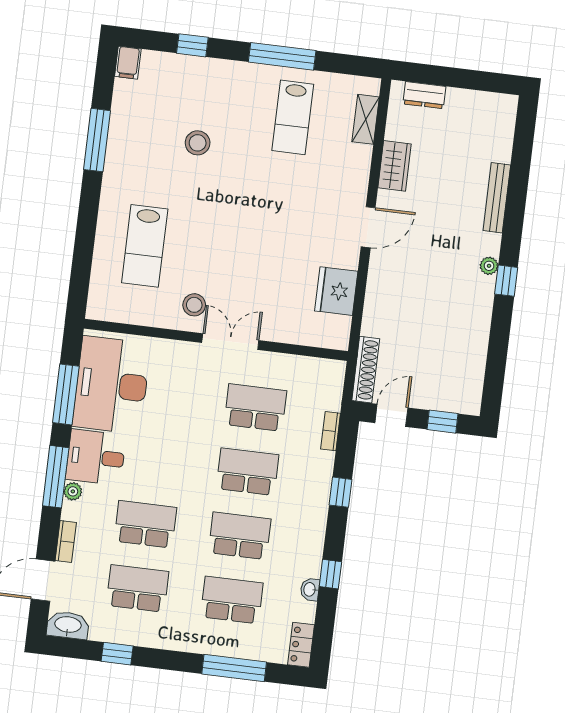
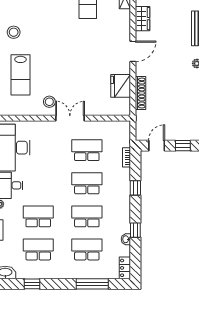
stool: (198, 143) -> (14, 32), moved
shoe rack: (366, 370) -> (141, 93), moved

